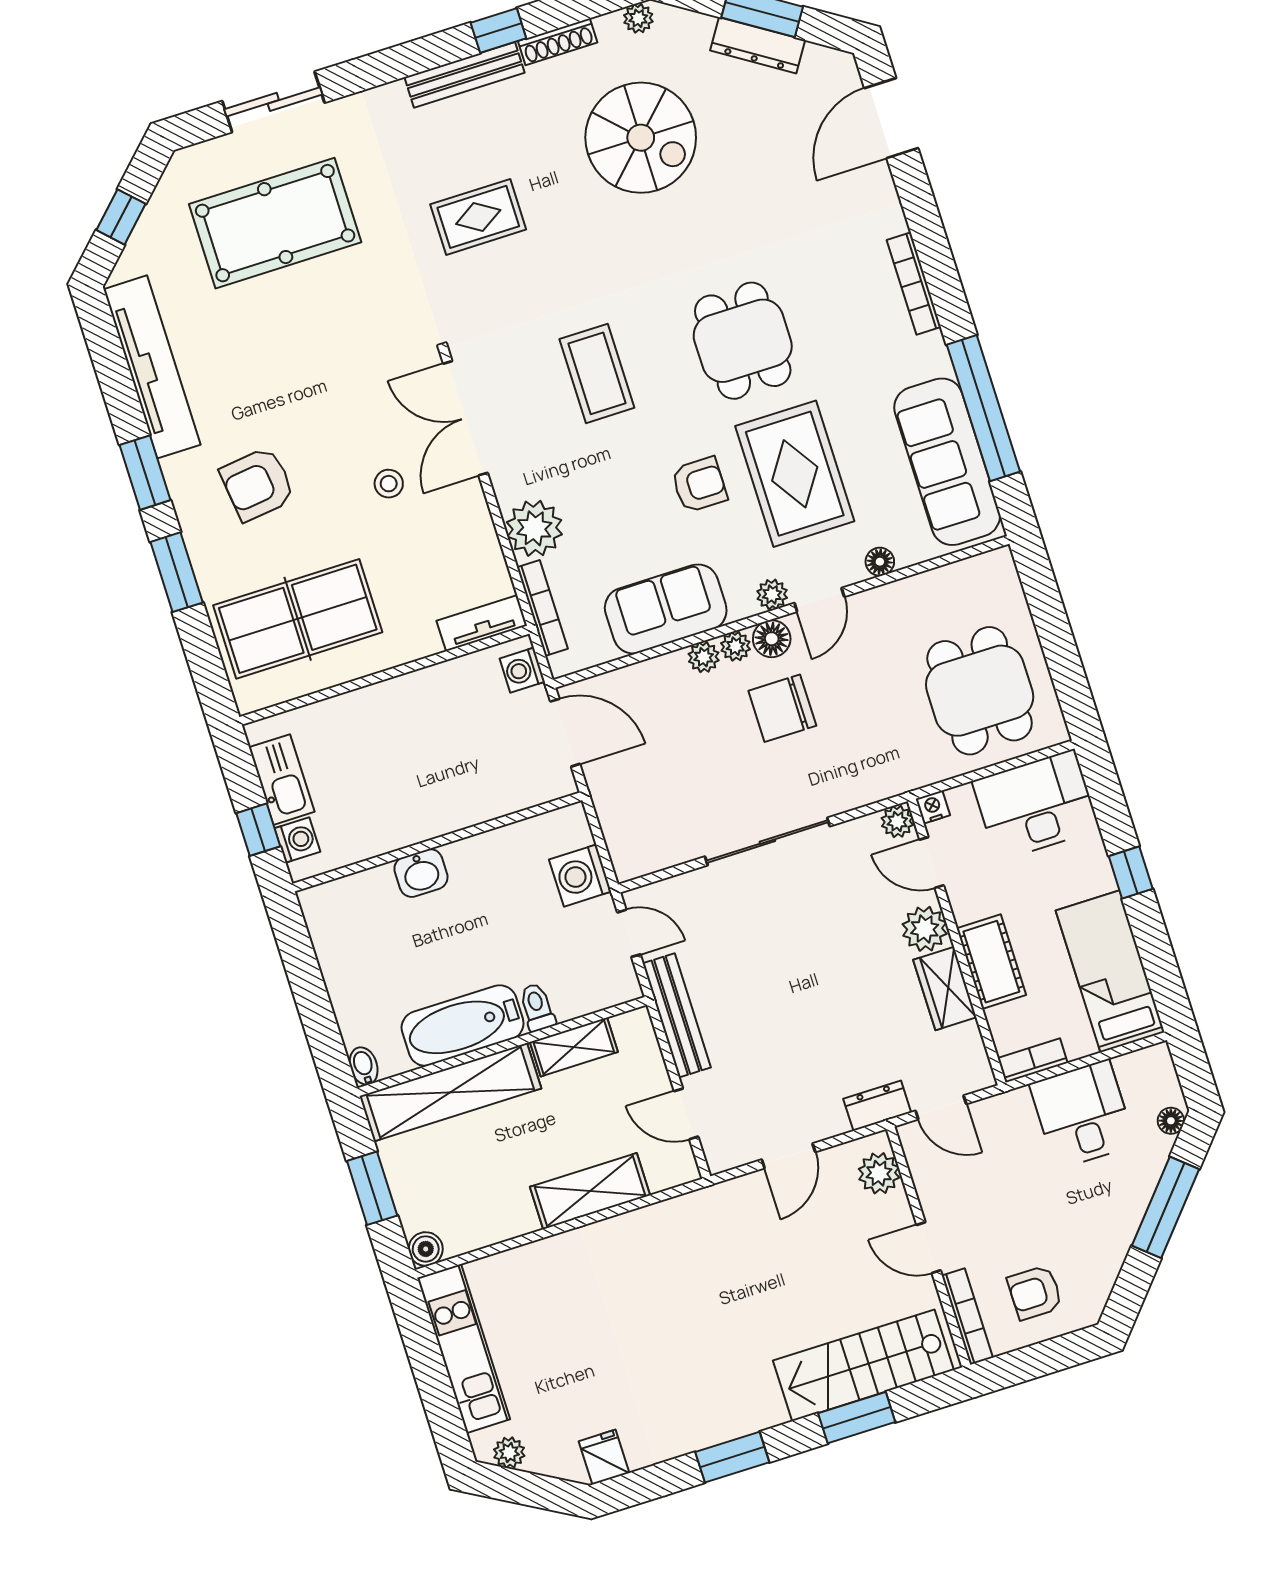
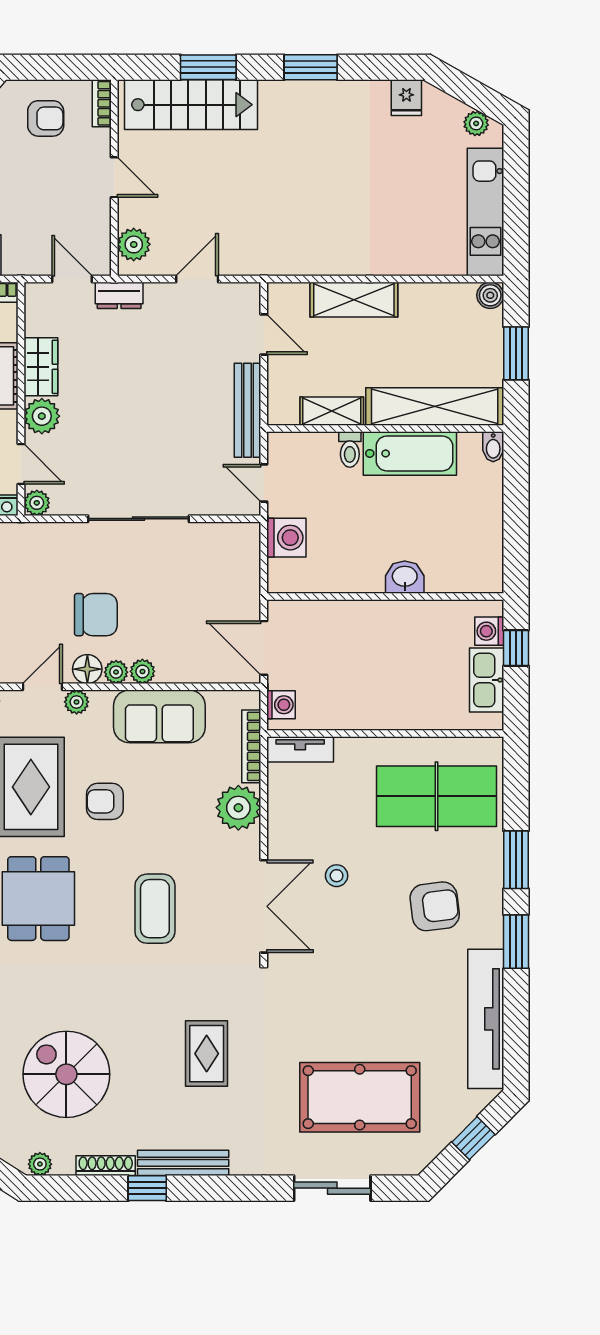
rug: (478, 217) -> (207, 1054), turned 90
bookcase: (967, 1317) -> (102, 103), width x0.64

